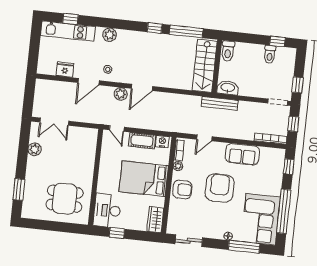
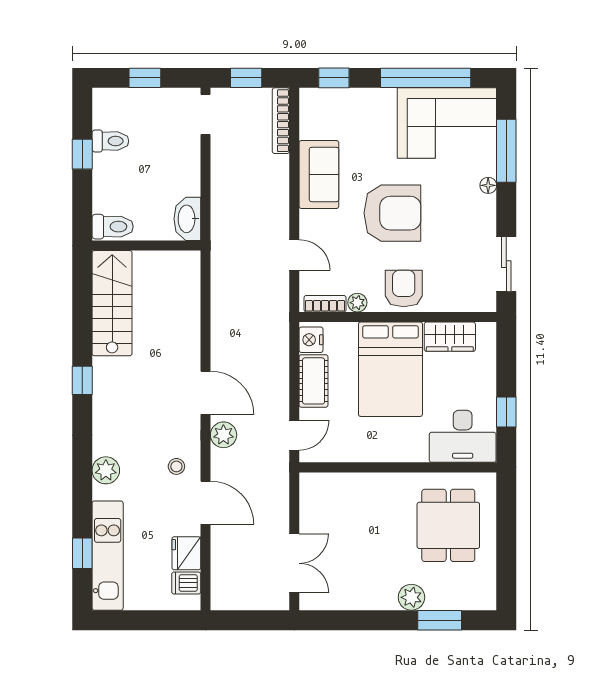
window: (186, 31) -> (82, 316), removed
window: (277, 41) -> (82, 154), moved
stairs: (205, 66) -> (112, 303), moved, turned -90
dishwasher: (50, 68) -> (186, 583), added
window: (298, 85) -> (145, 78), moved
bench: (220, 103) -> (221, 232), removed
plant: (35, 149) -> (411, 597), moved
armchair: (220, 188) -> (392, 213), turned 180
wardrobe: (155, 220) -> (450, 337), moved

